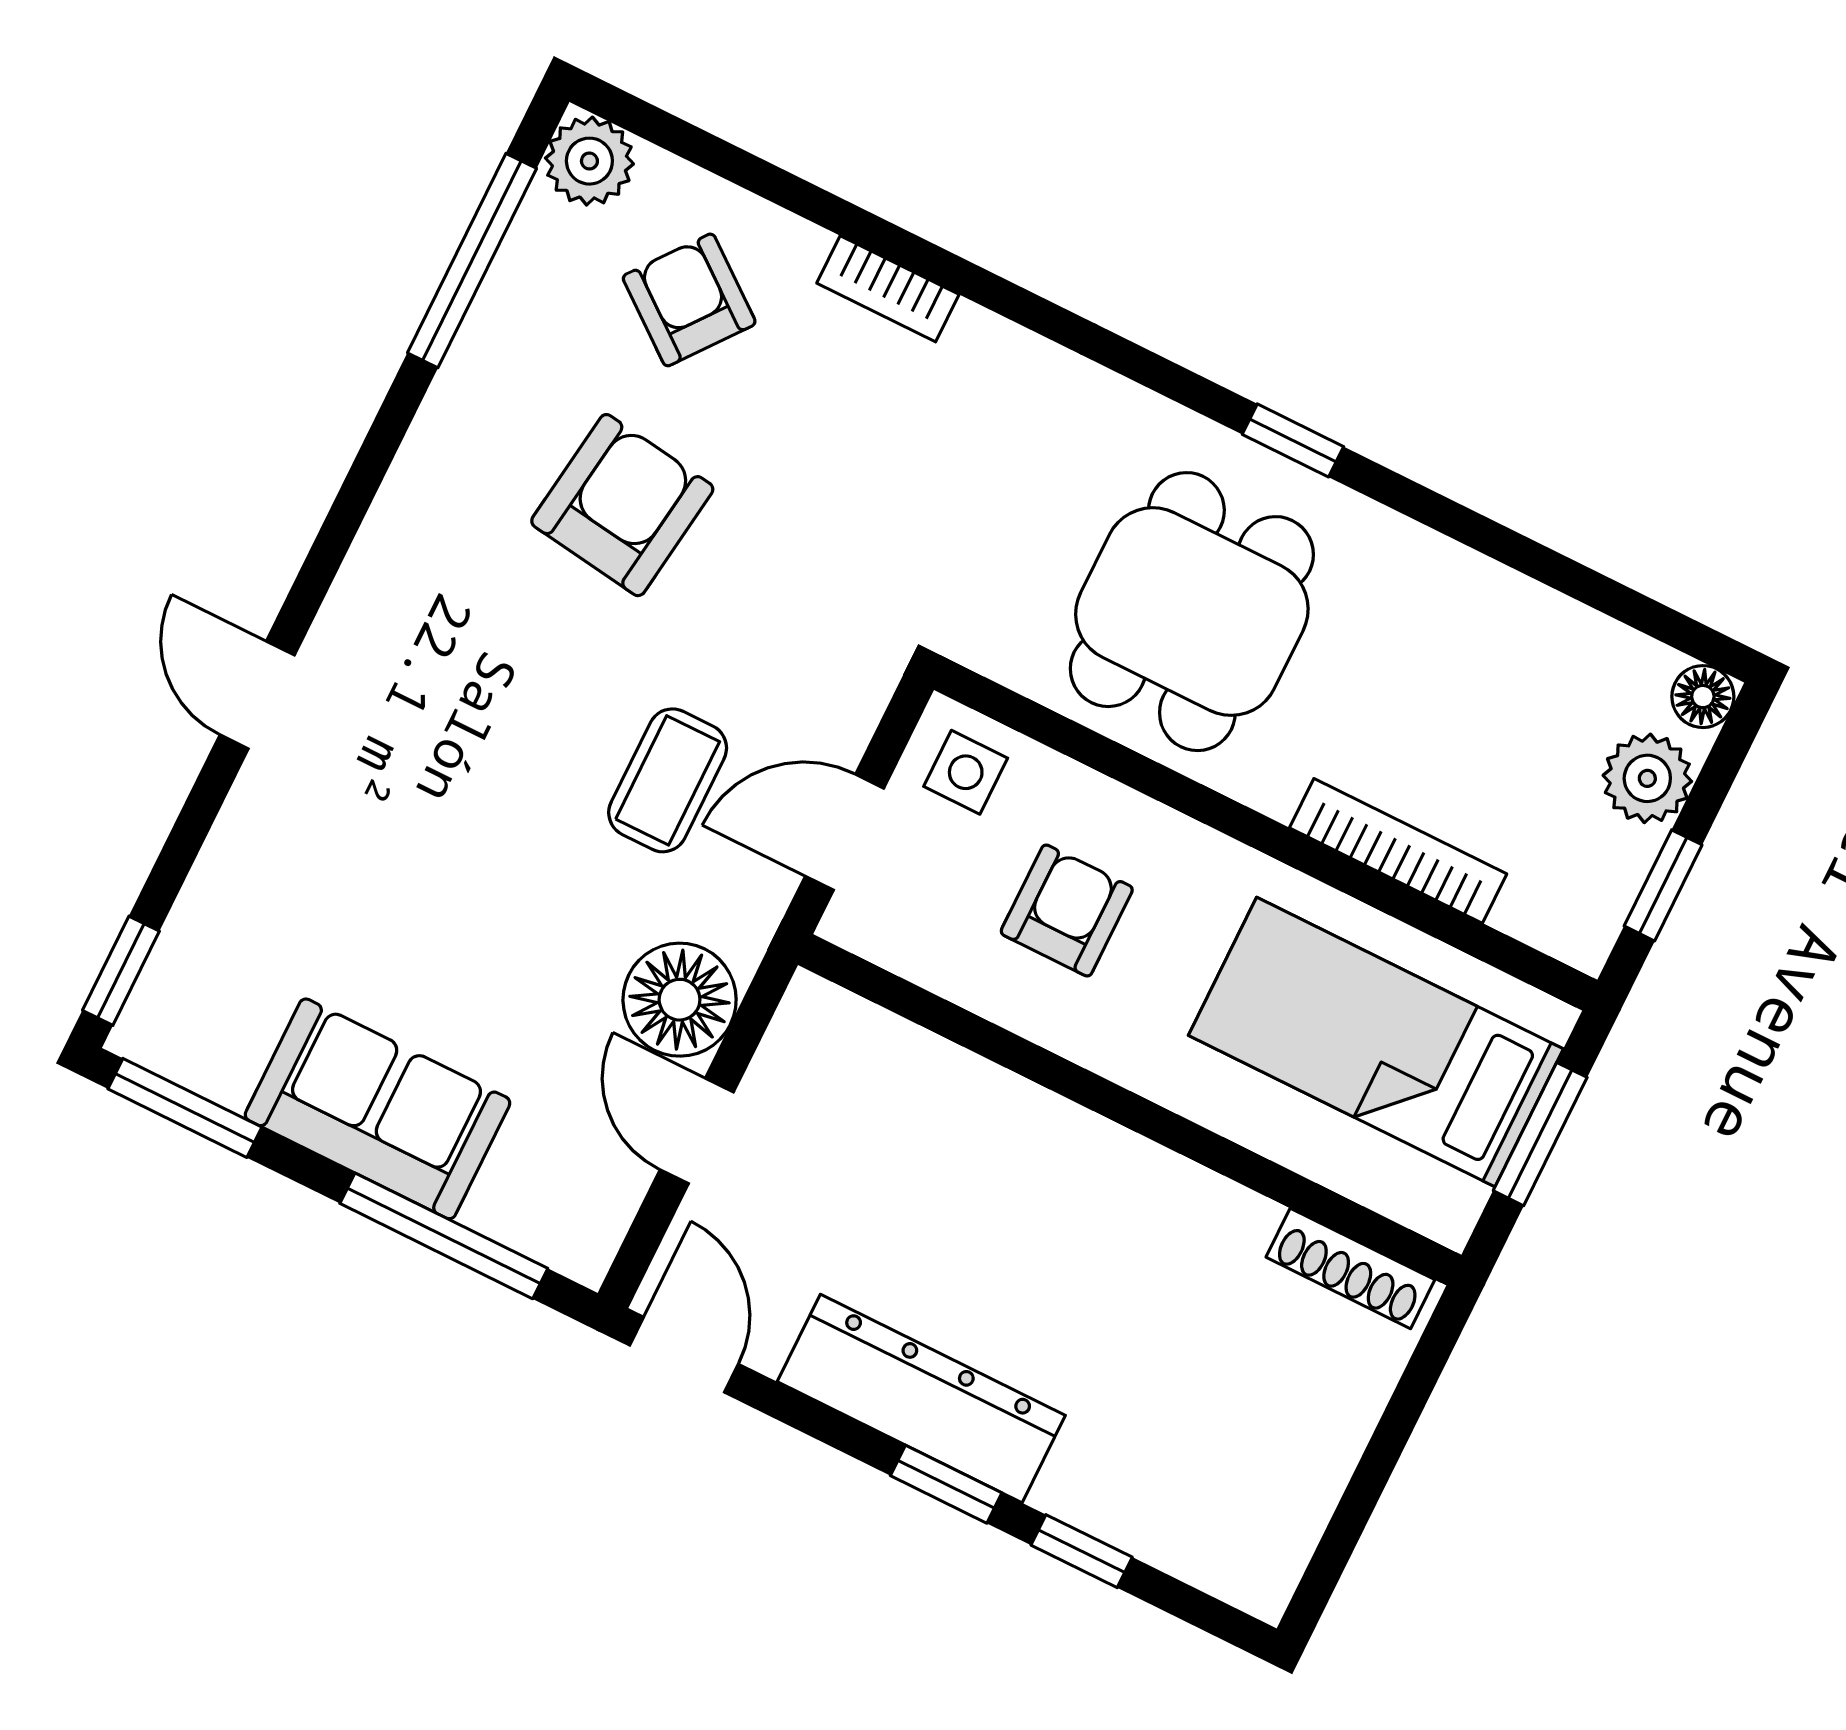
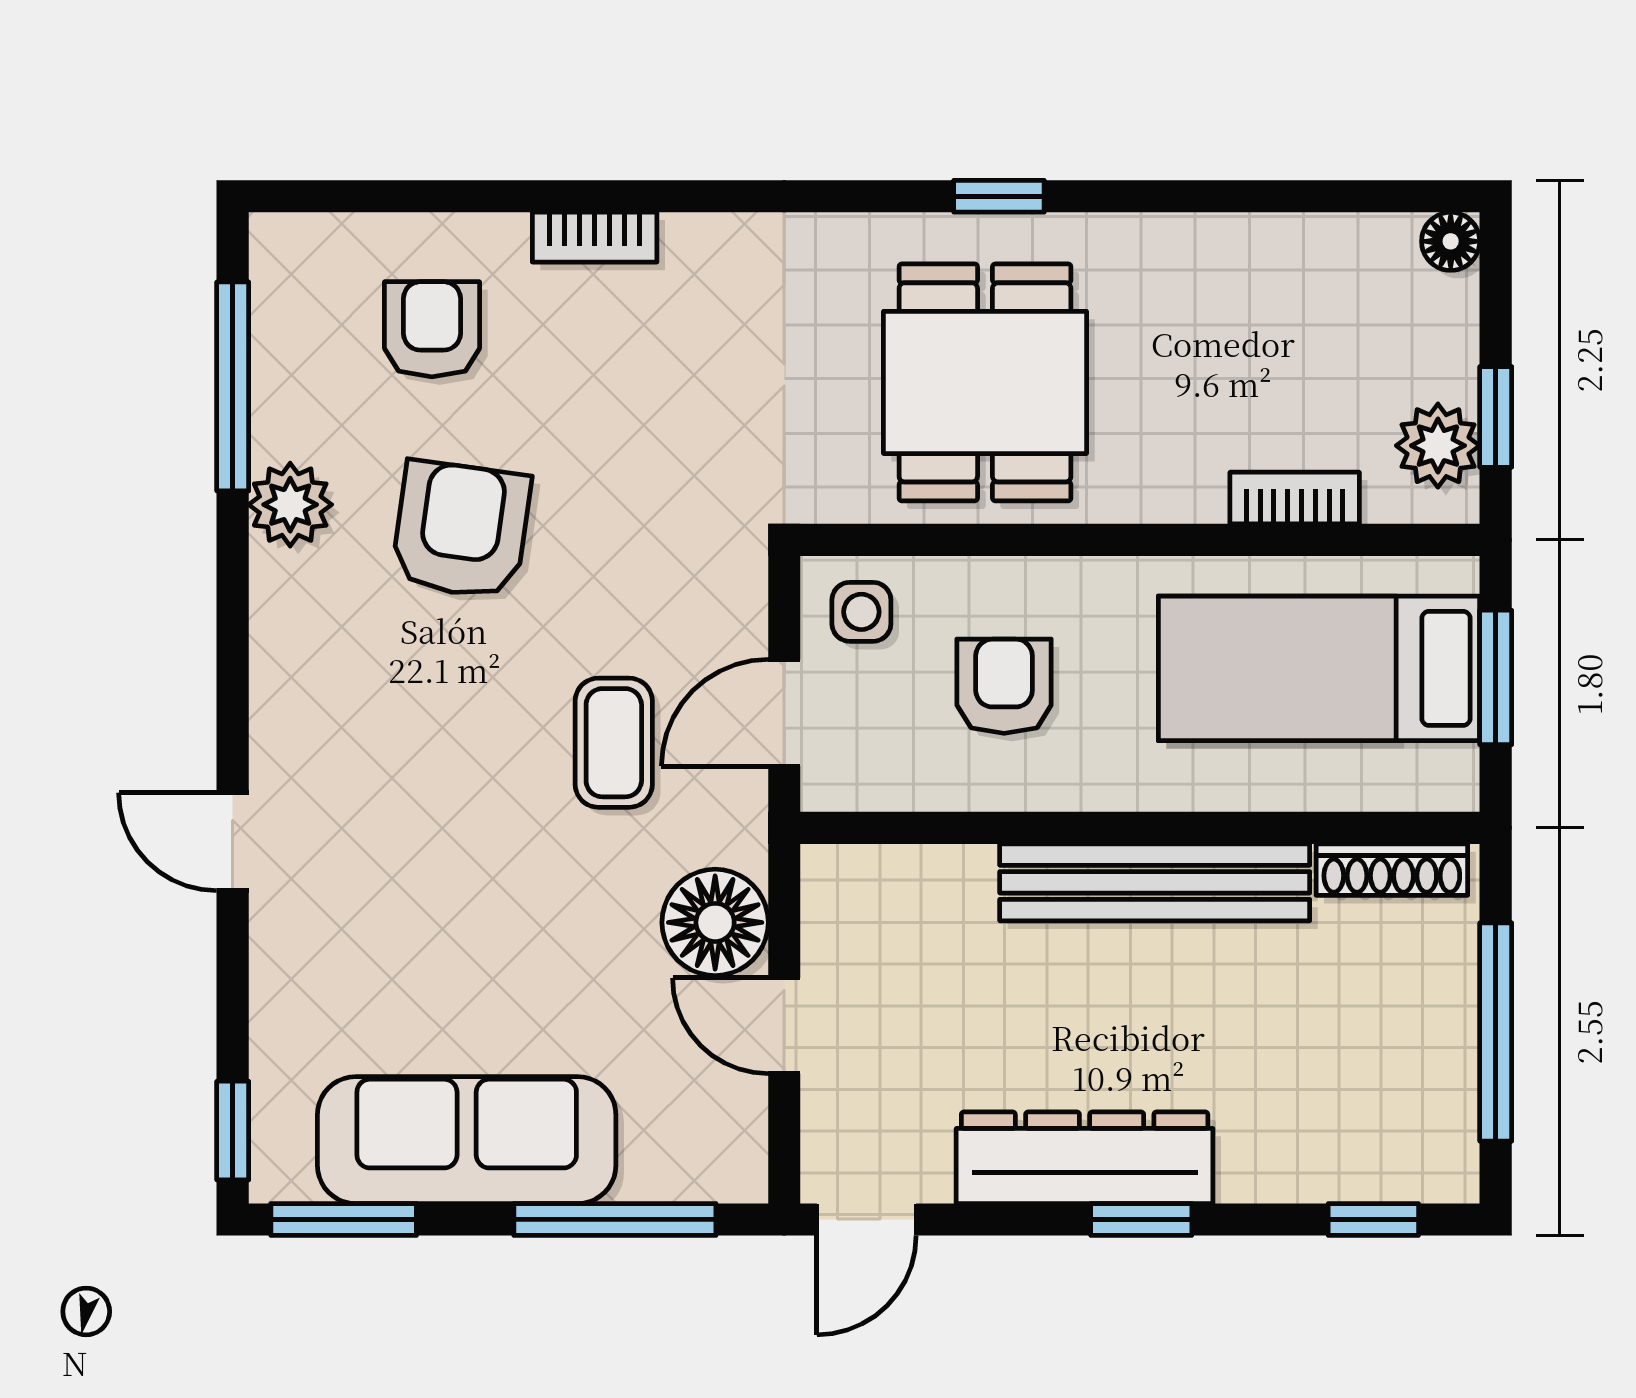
plant: (589, 161) -> (290, 505), moved
armchair: (689, 300) -> (432, 329), turned 52
plant: (1647, 778) -> (1438, 446), moved
bookcase: (1398, 851) -> (1295, 498), width x0.64
sofa: (378, 1109) -> (467, 1140), width x1.36
bench: (1118, 1169) -> (1155, 882), added
door: (684, 1355) -> (867, 1219), swing flipped
window: (1373, 1472) -> (1496, 1032), added
window: (1082, 1551) -> (1373, 1219), moved

